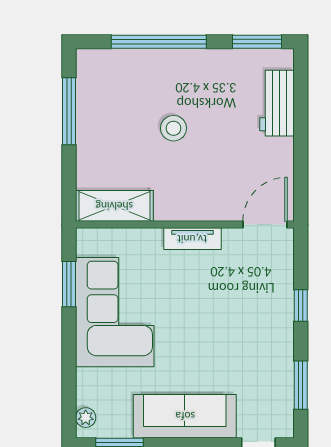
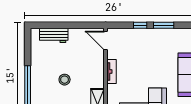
window: (257, 42) -> (28, 44), removed
window: (301, 385) -> (164, 25), moved

